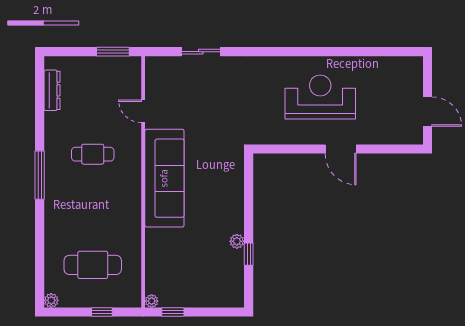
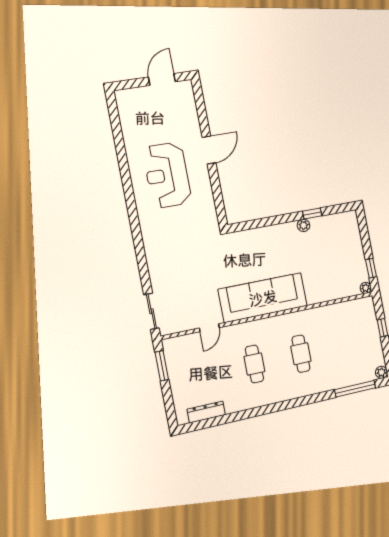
sliding door: (201, 52) -> (151, 311), moved
window: (40, 175) -> (355, 389), moved
cafe table: (93, 265) -> (301, 354), moved, width x0.73, depth x0.74

